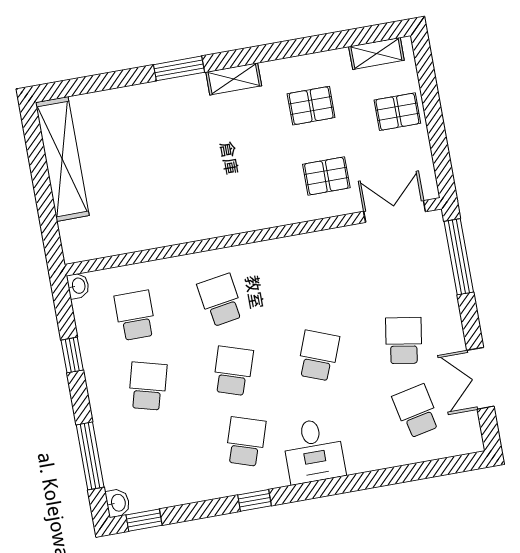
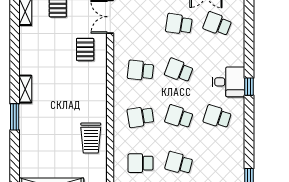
pallet: (311, 106) -> (47, 51), removed
trolley: (165, 216) -> (91, 138), added
school desk: (306, 285) -> (140, 70), added
school desk: (416, 411) -> (217, 24), turned 33
window: (255, 500) -> (249, 87), moved

